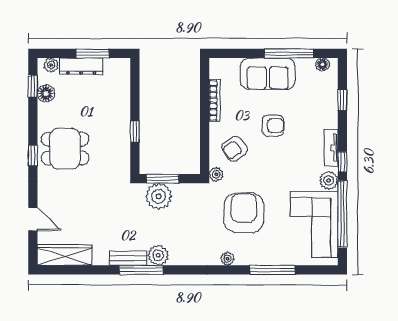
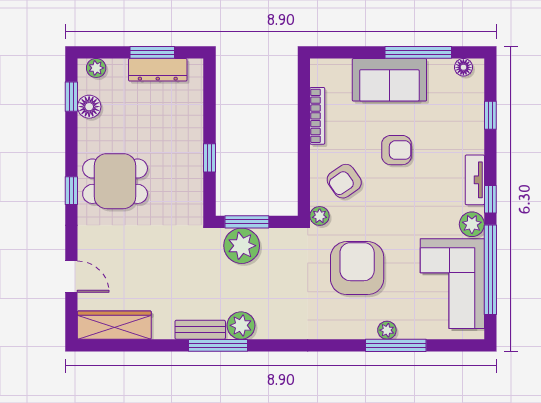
dresser: (81, 66) -> (158, 70), moved
plant: (227, 259) -> (387, 330), moved

